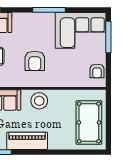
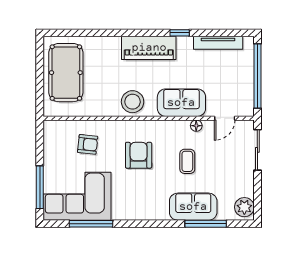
window: (49, 10) -> (91, 224), moved
armchair: (97, 71) -> (88, 144), moved, turned 96

